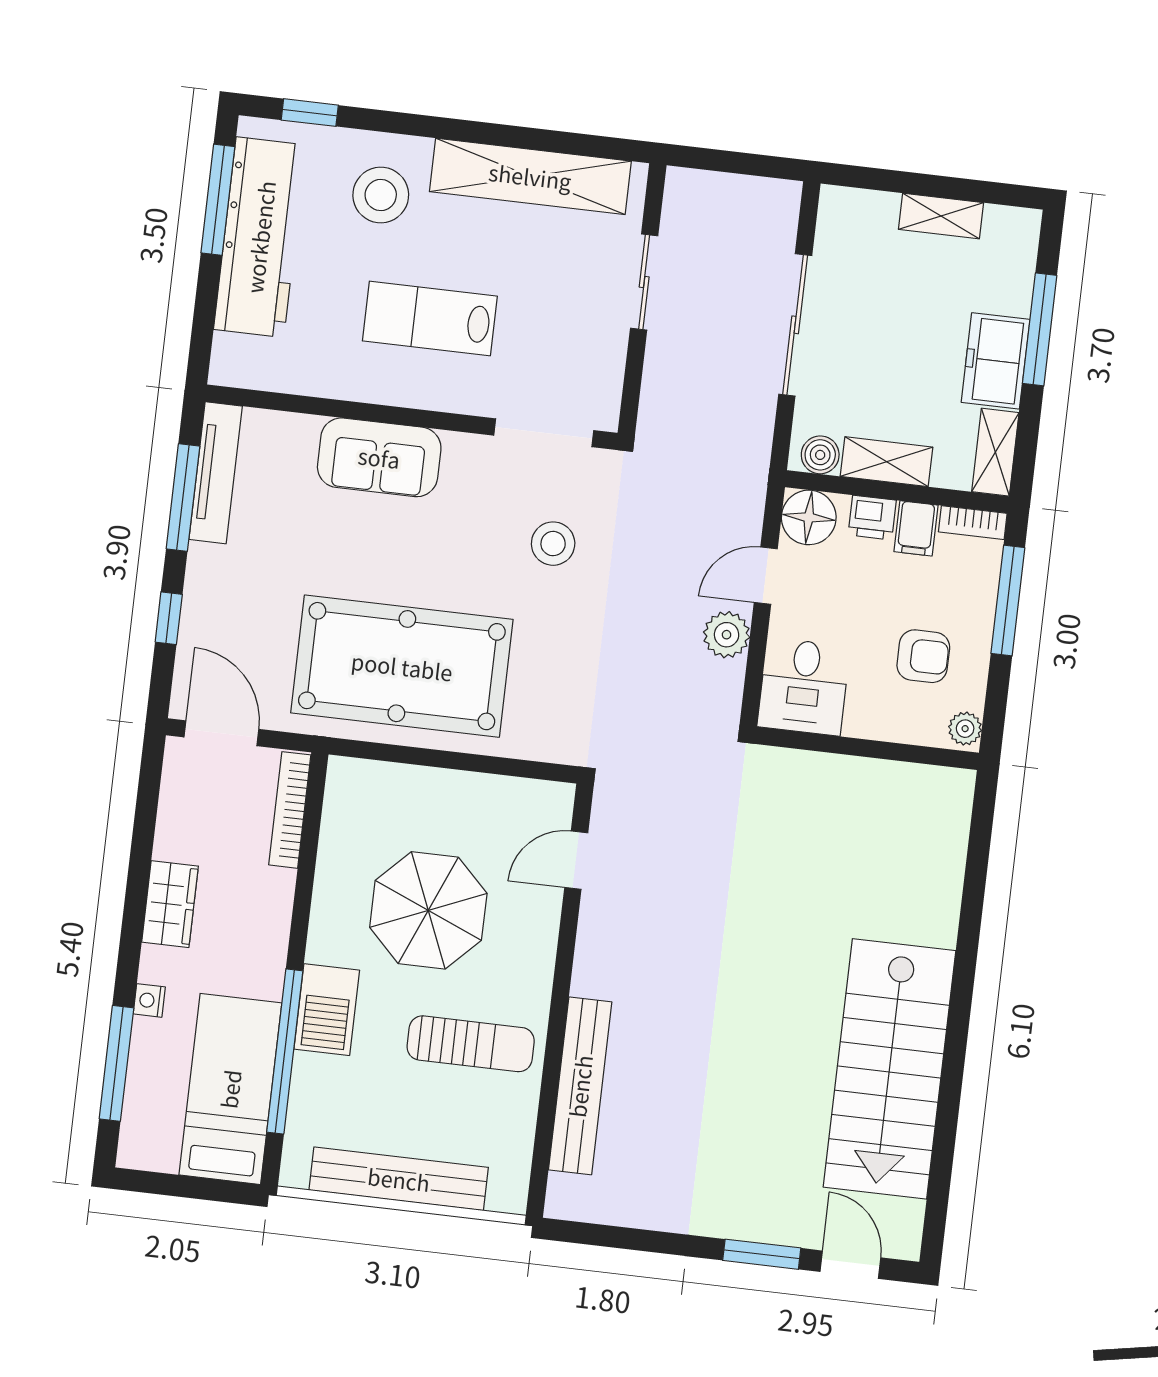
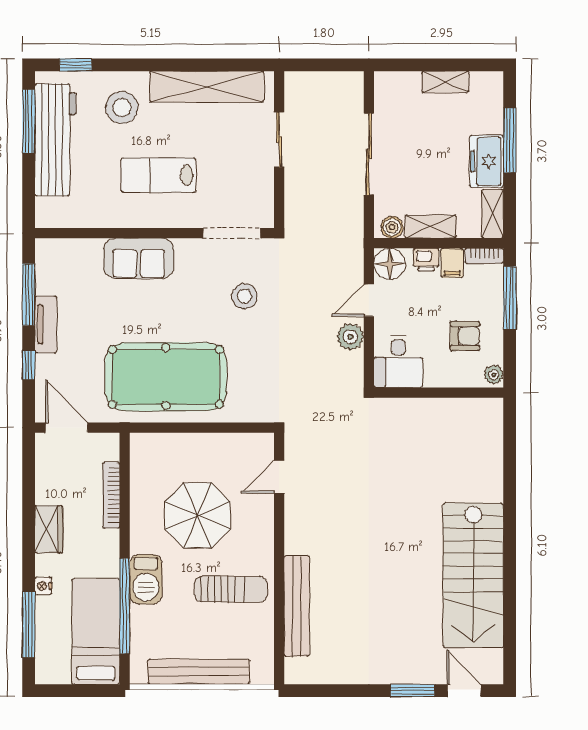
tv unit: (216, 473) -> (46, 324), moved, width x0.71
bookcase: (290, 810) -> (111, 495), moved

